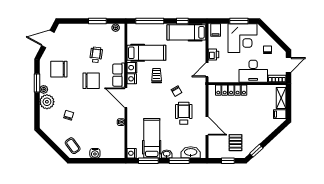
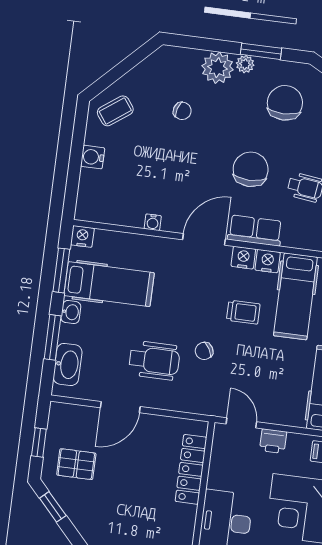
chair: (91, 81) -> (251, 169), turned 180

